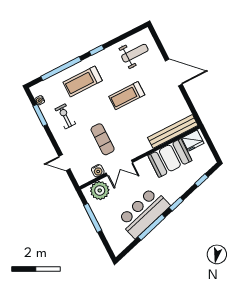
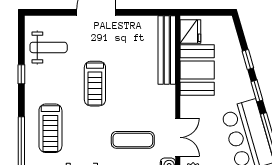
window: (97, 50) -> (21, 74), moved
weight bench: (135, 53) -> (49, 47), turned 90
window: (201, 180) -> (248, 59), moved

